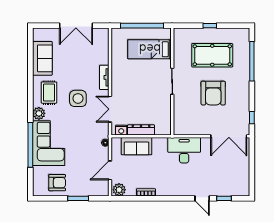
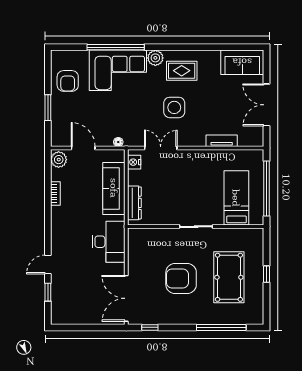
sofa: (42, 58) -> (242, 62), moved
tv unit: (104, 77) -> (222, 141), moved
dresser: (141, 130) -> (134, 203), moved
sofa: (137, 146) -> (114, 188), width x1.36

